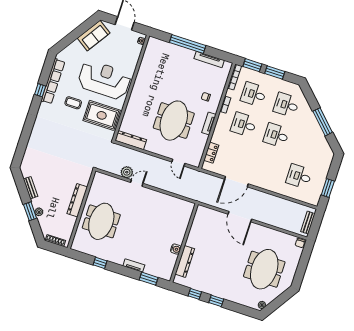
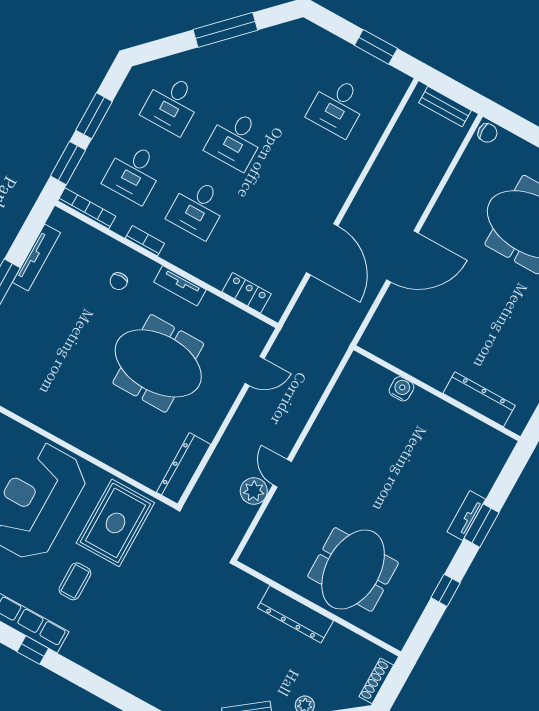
meeting table: (101, 221) -> (353, 569), turned 90
water cooler: (176, 249) -> (401, 389), moved
window: (149, 279) -> (481, 526), moved

